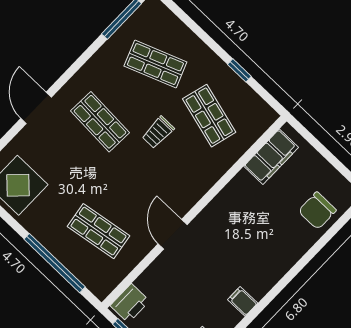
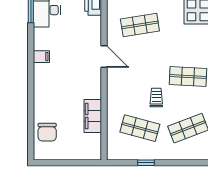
filing cabinet: (271, 157) -> (93, 116), moved
chair: (317, 211) -> (47, 132), turned 180

